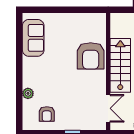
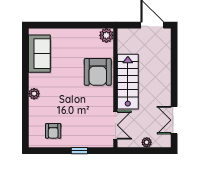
plant: (99, 20) -> (106, 35), added
plant: (28, 93) -> (34, 94), moved

